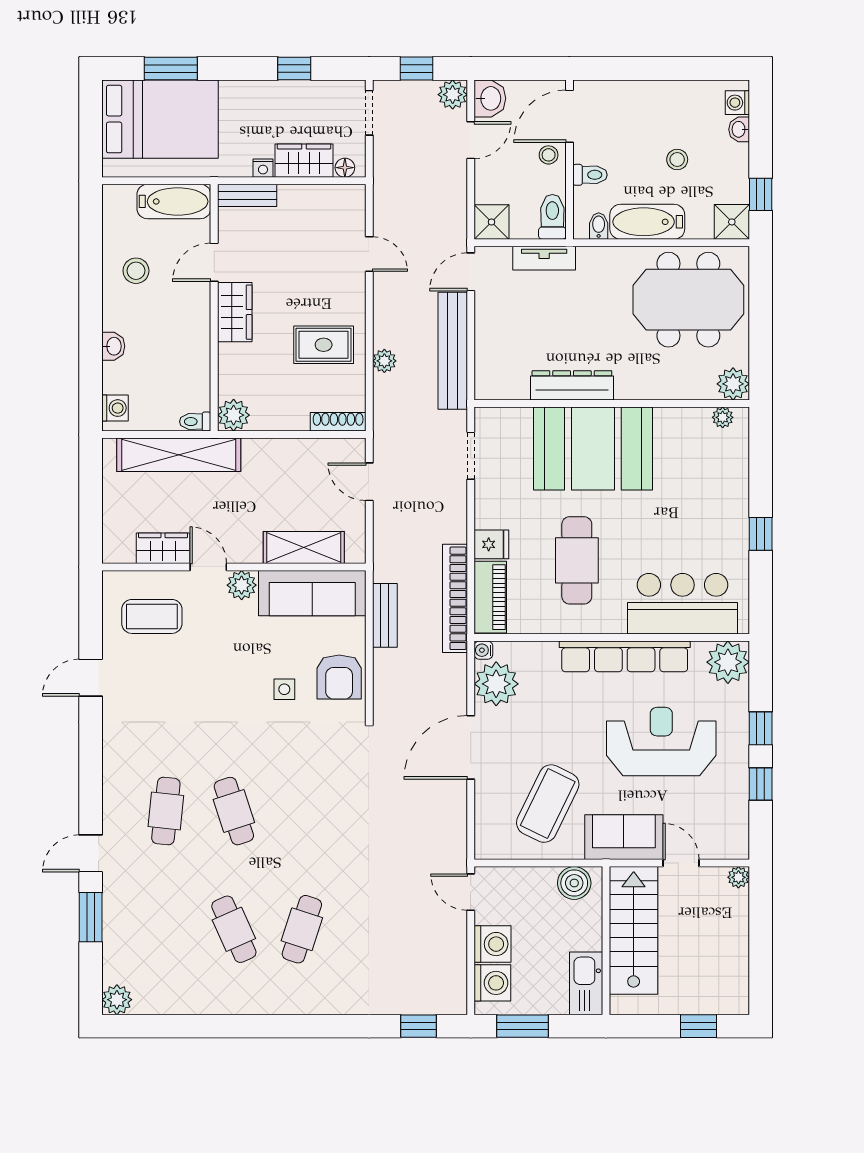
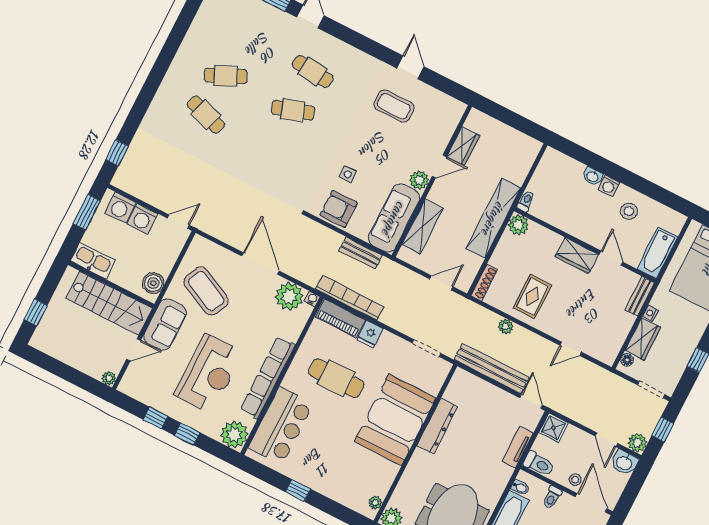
washing machine: (115, 408) -> (609, 186), moved
shelving: (179, 455) -> (493, 218), moved
coffee table: (152, 616) -> (394, 106), moved, turned 90

